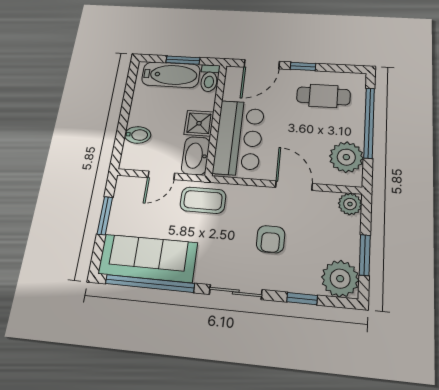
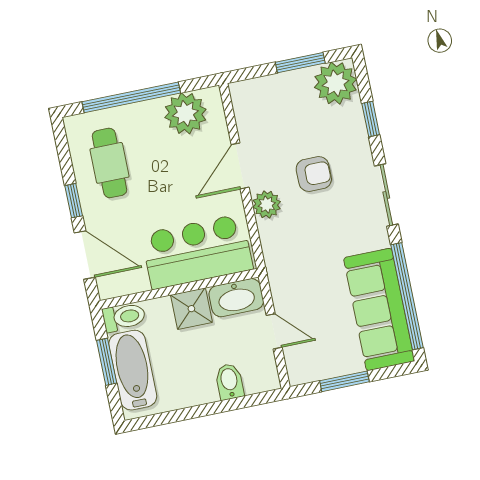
coffee table: (203, 200) -> (290, 269), removed
plant: (350, 204) -> (267, 205), moved

